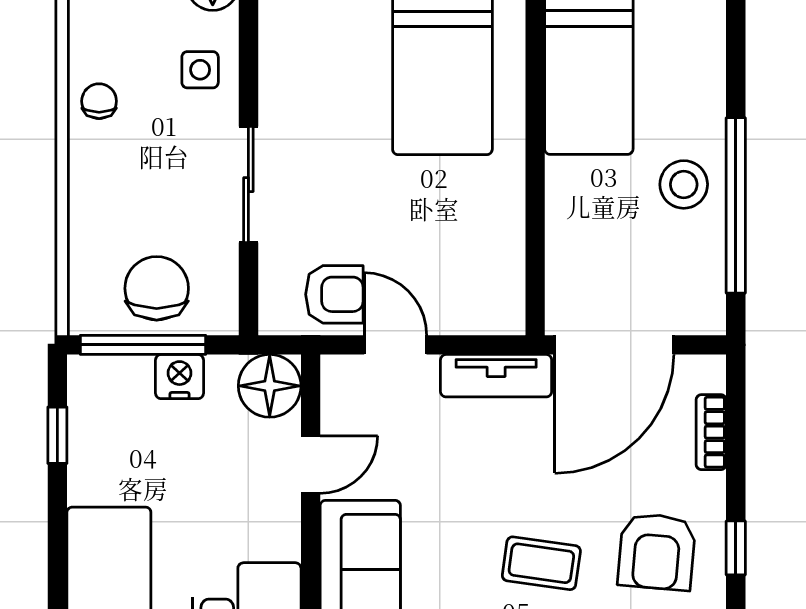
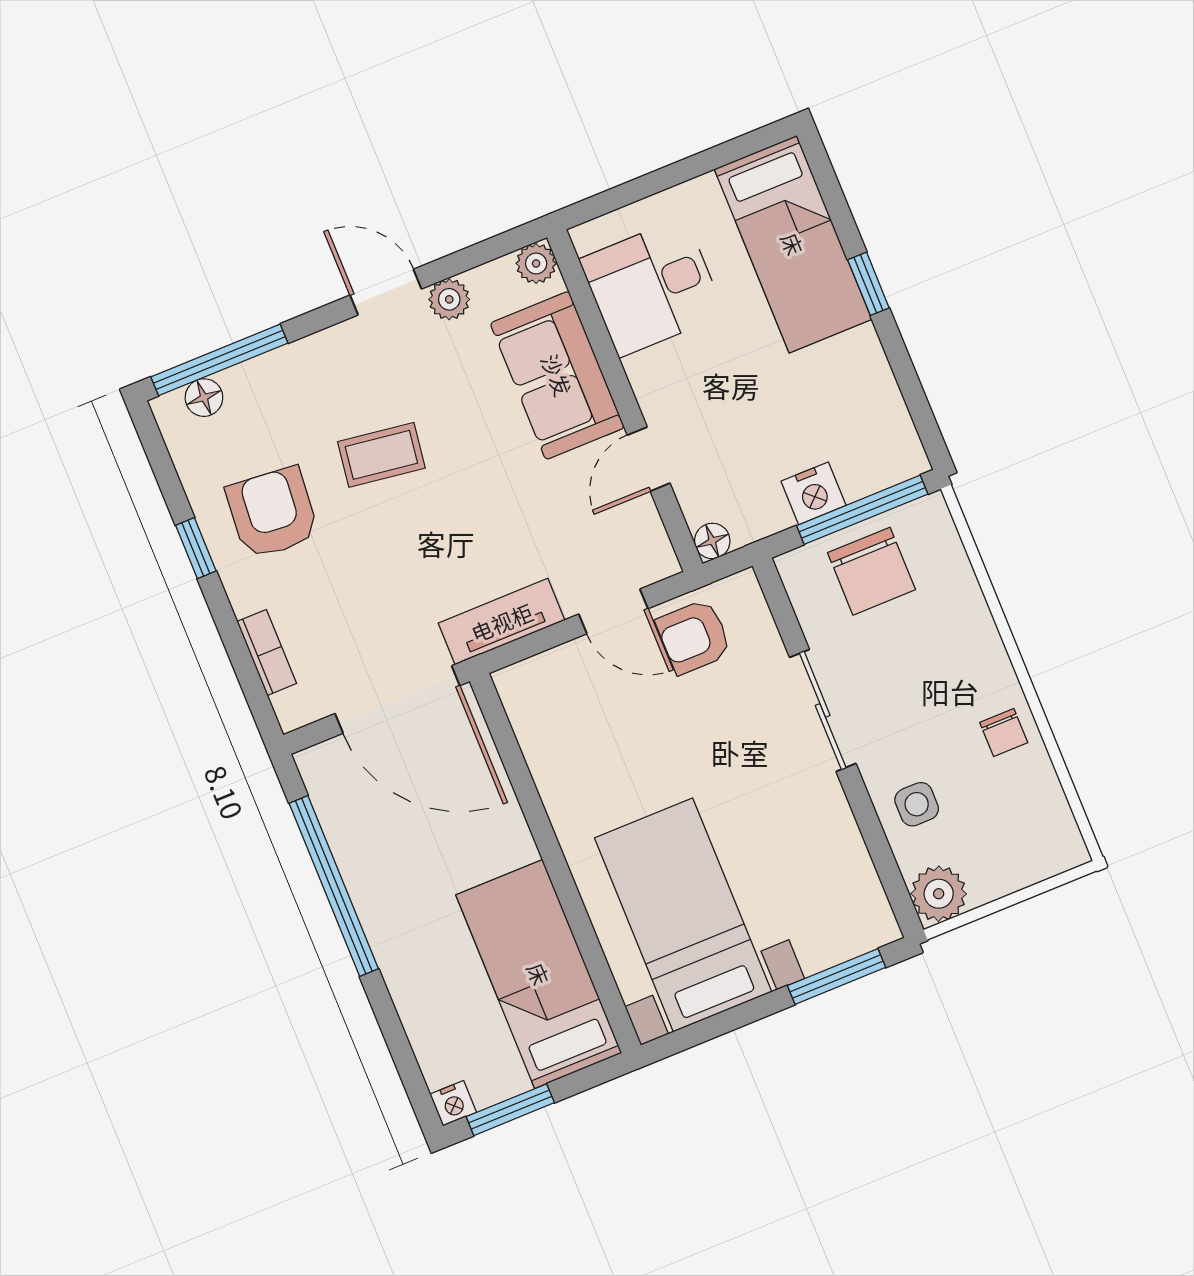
stool: (684, 184) -> (393, 886), removed
door: (614, 345) -> (397, 700), swing flipped
floor lamp: (270, 386) -> (712, 541), width x0.53, depth x0.53
window: (57, 435) -> (868, 284), moved

